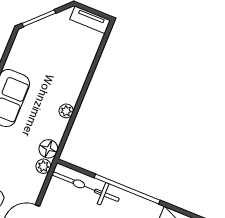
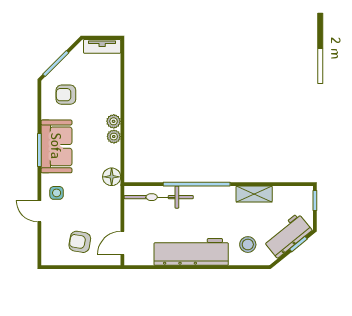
armchair: (36, 52) -> (66, 95), added
plant: (43, 166) -> (114, 121), moved

